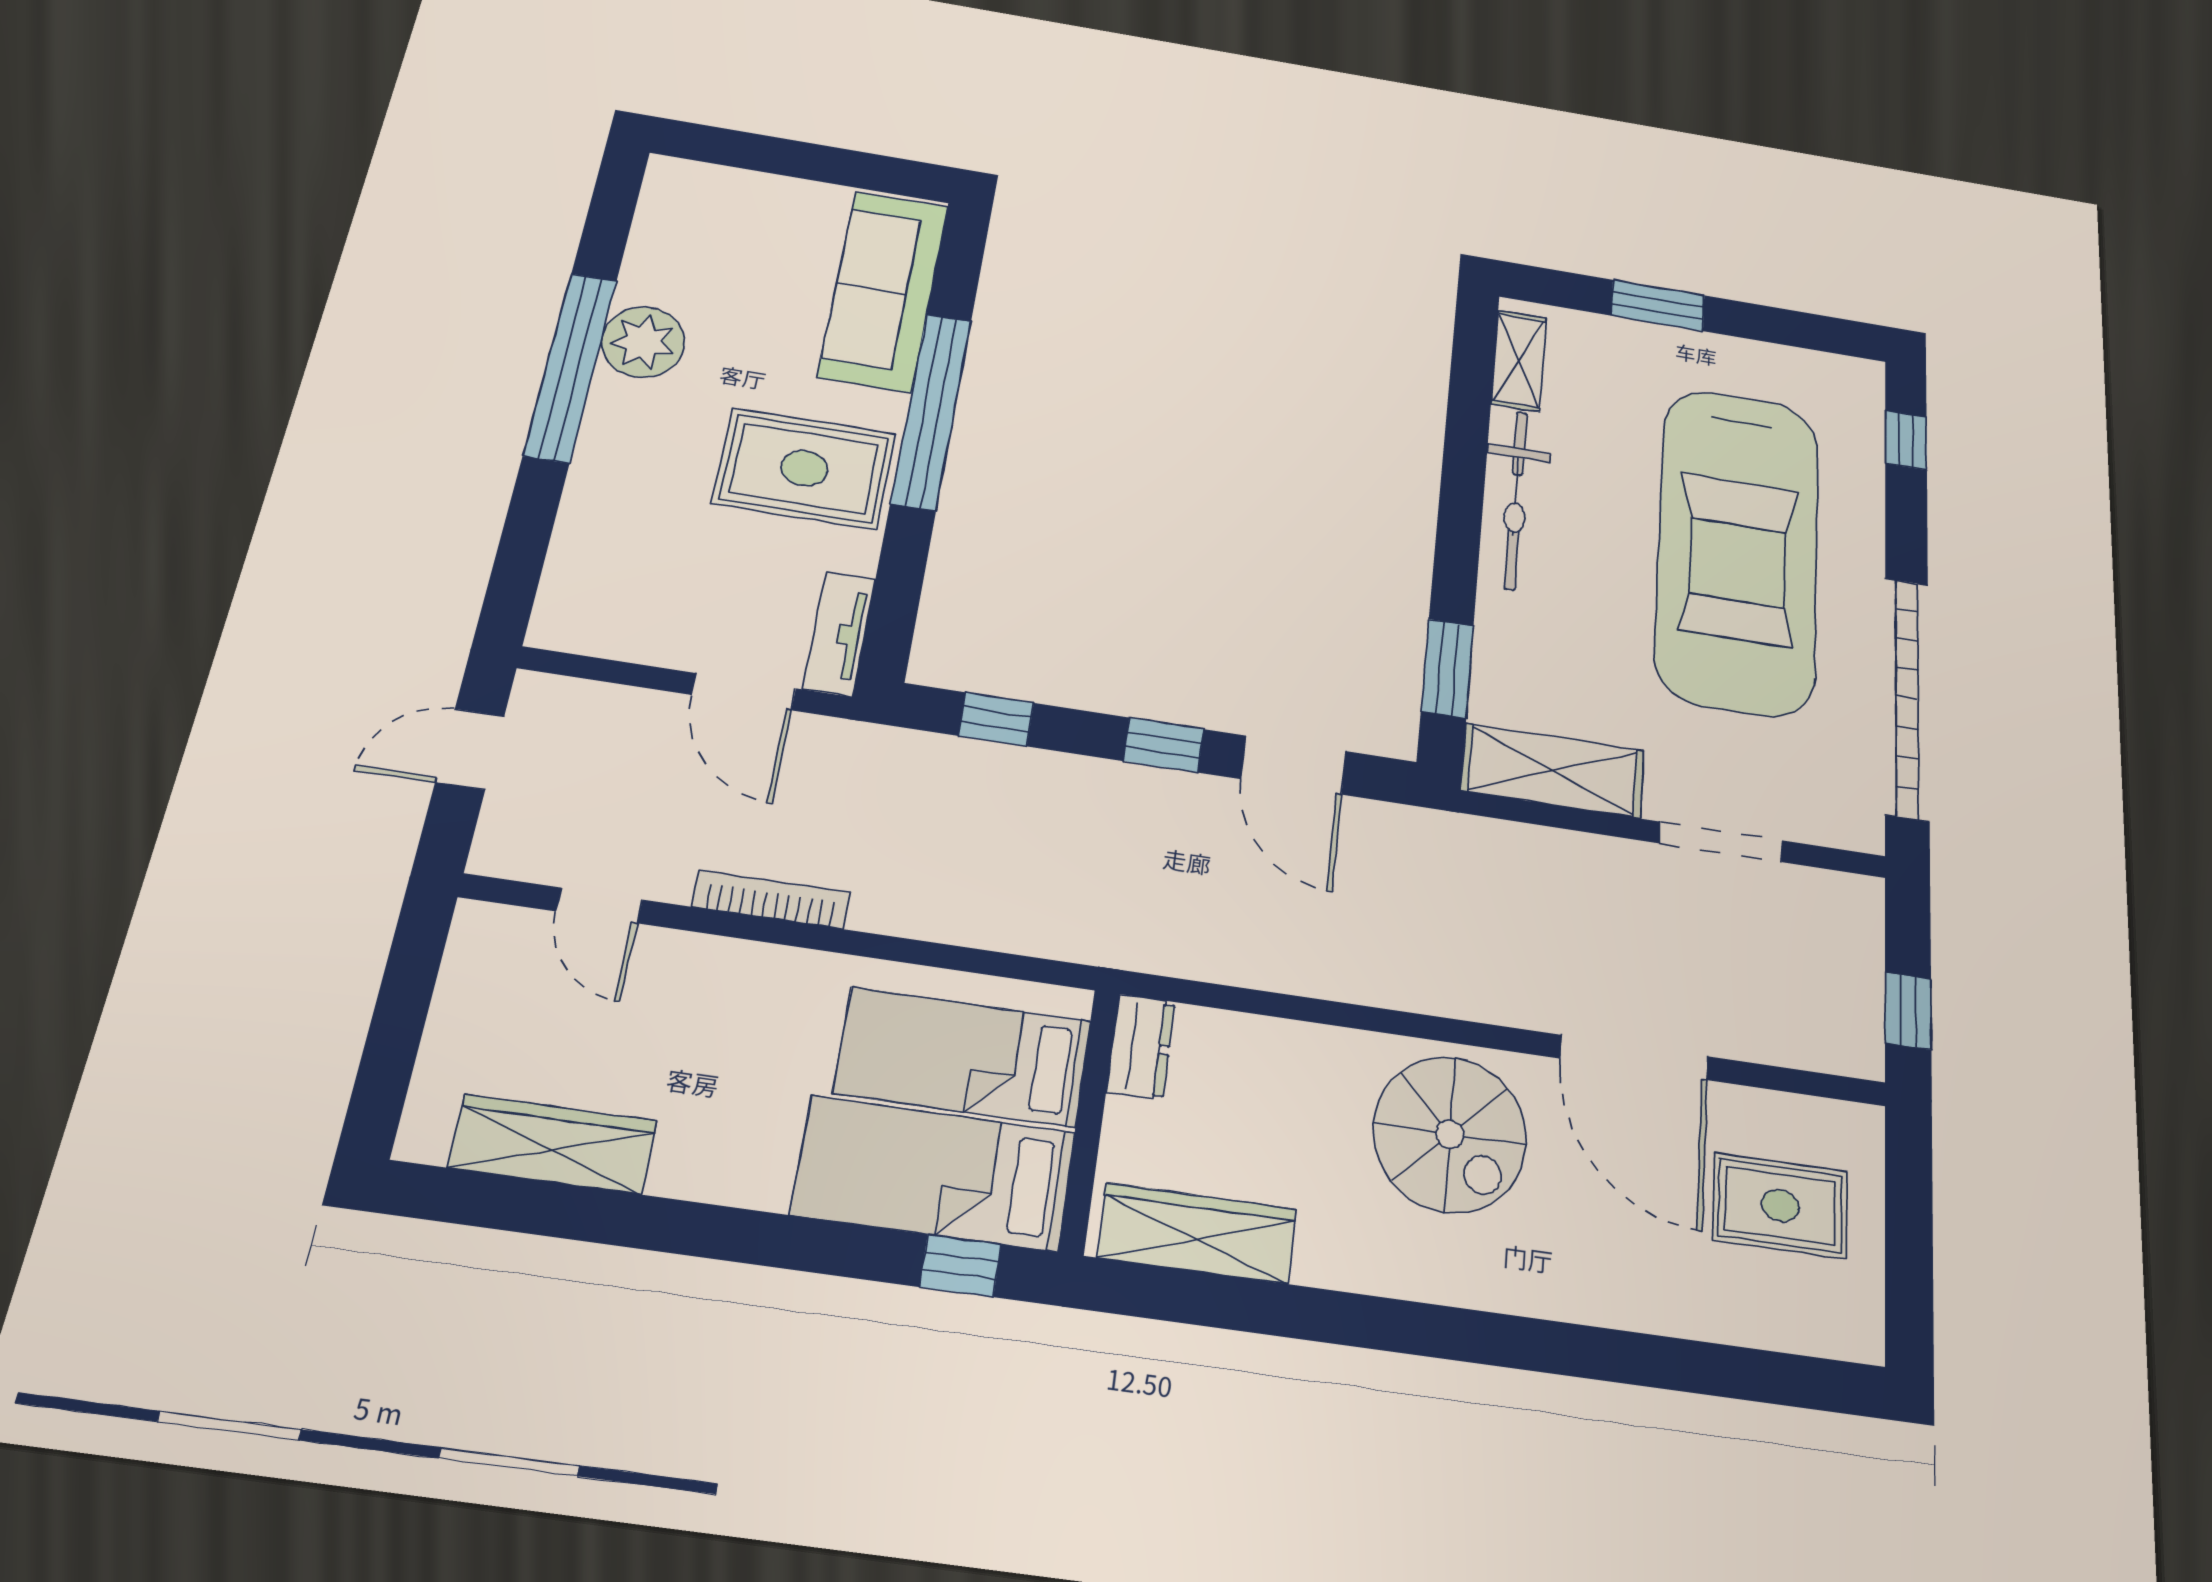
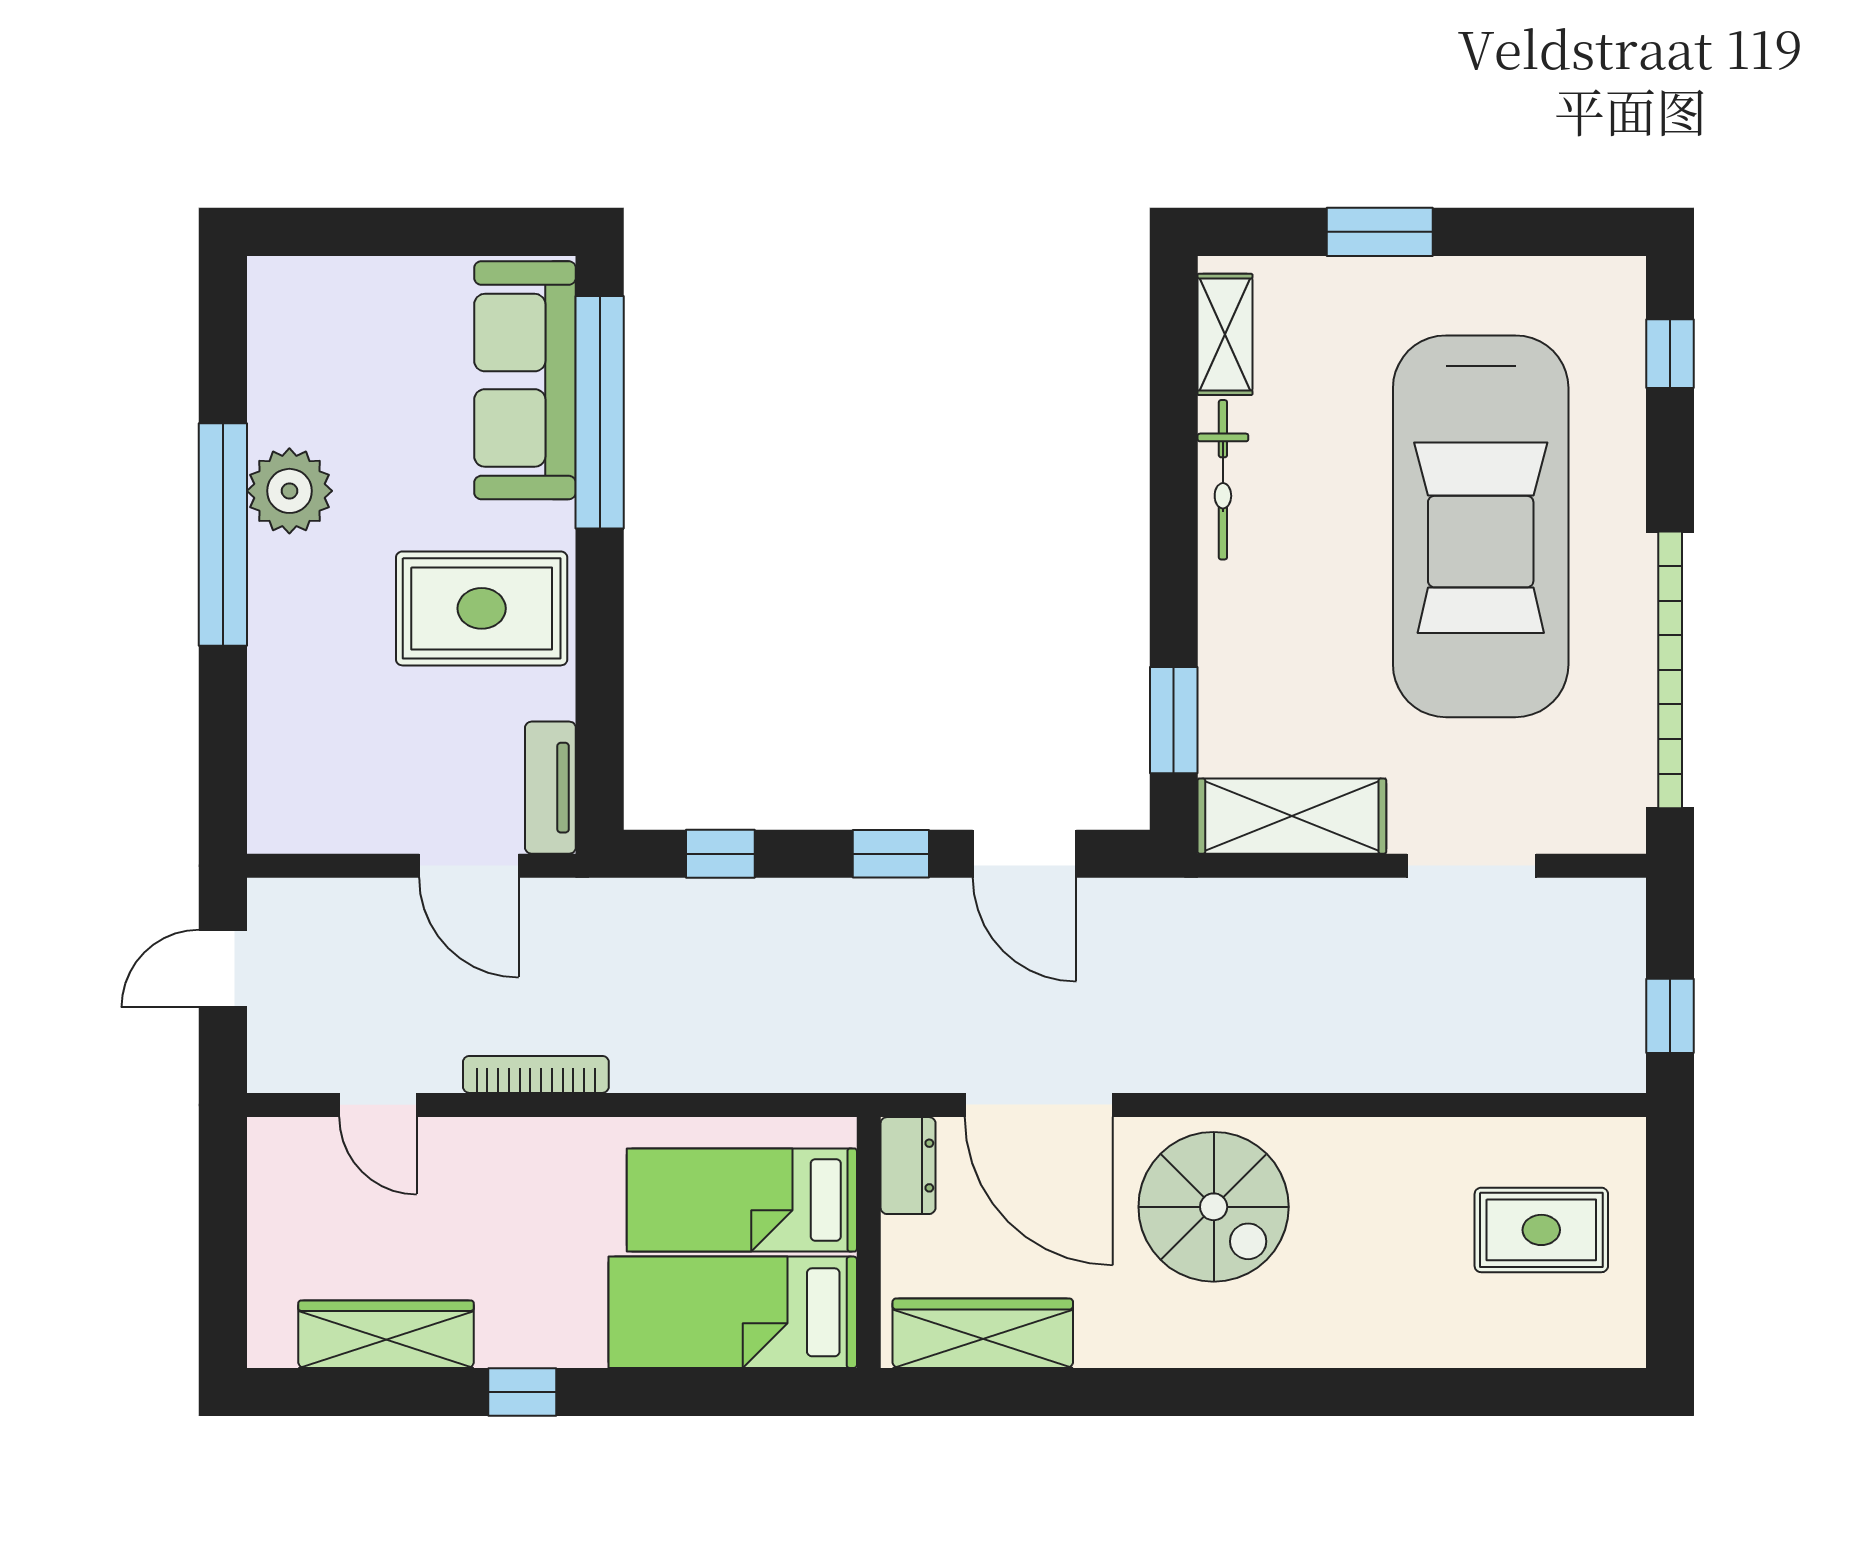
window: (931, 411) -> (600, 412), moved
bicycle: (1516, 500) -> (1223, 480), width x0.73, depth x0.71
door: (1634, 1057) -> (1039, 1105), moved
window: (960, 1266) -> (522, 1392), moved

